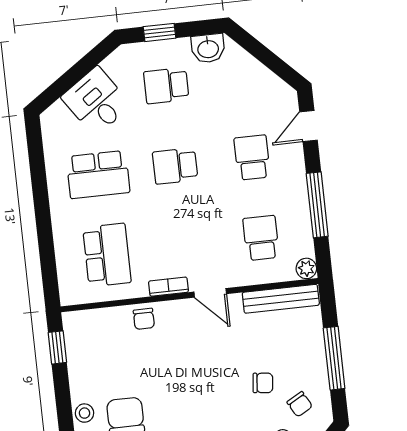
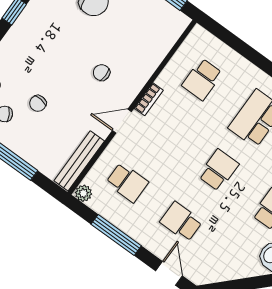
school desk: (252, 158) -> (181, 222), turned 180
school desk: (107, 255) -> (202, 79), width x0.54
chair: (144, 319) -> (102, 73), moved

